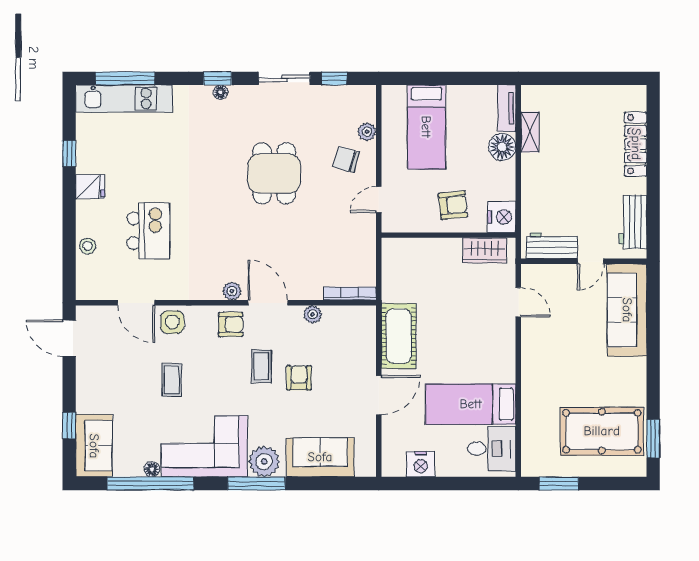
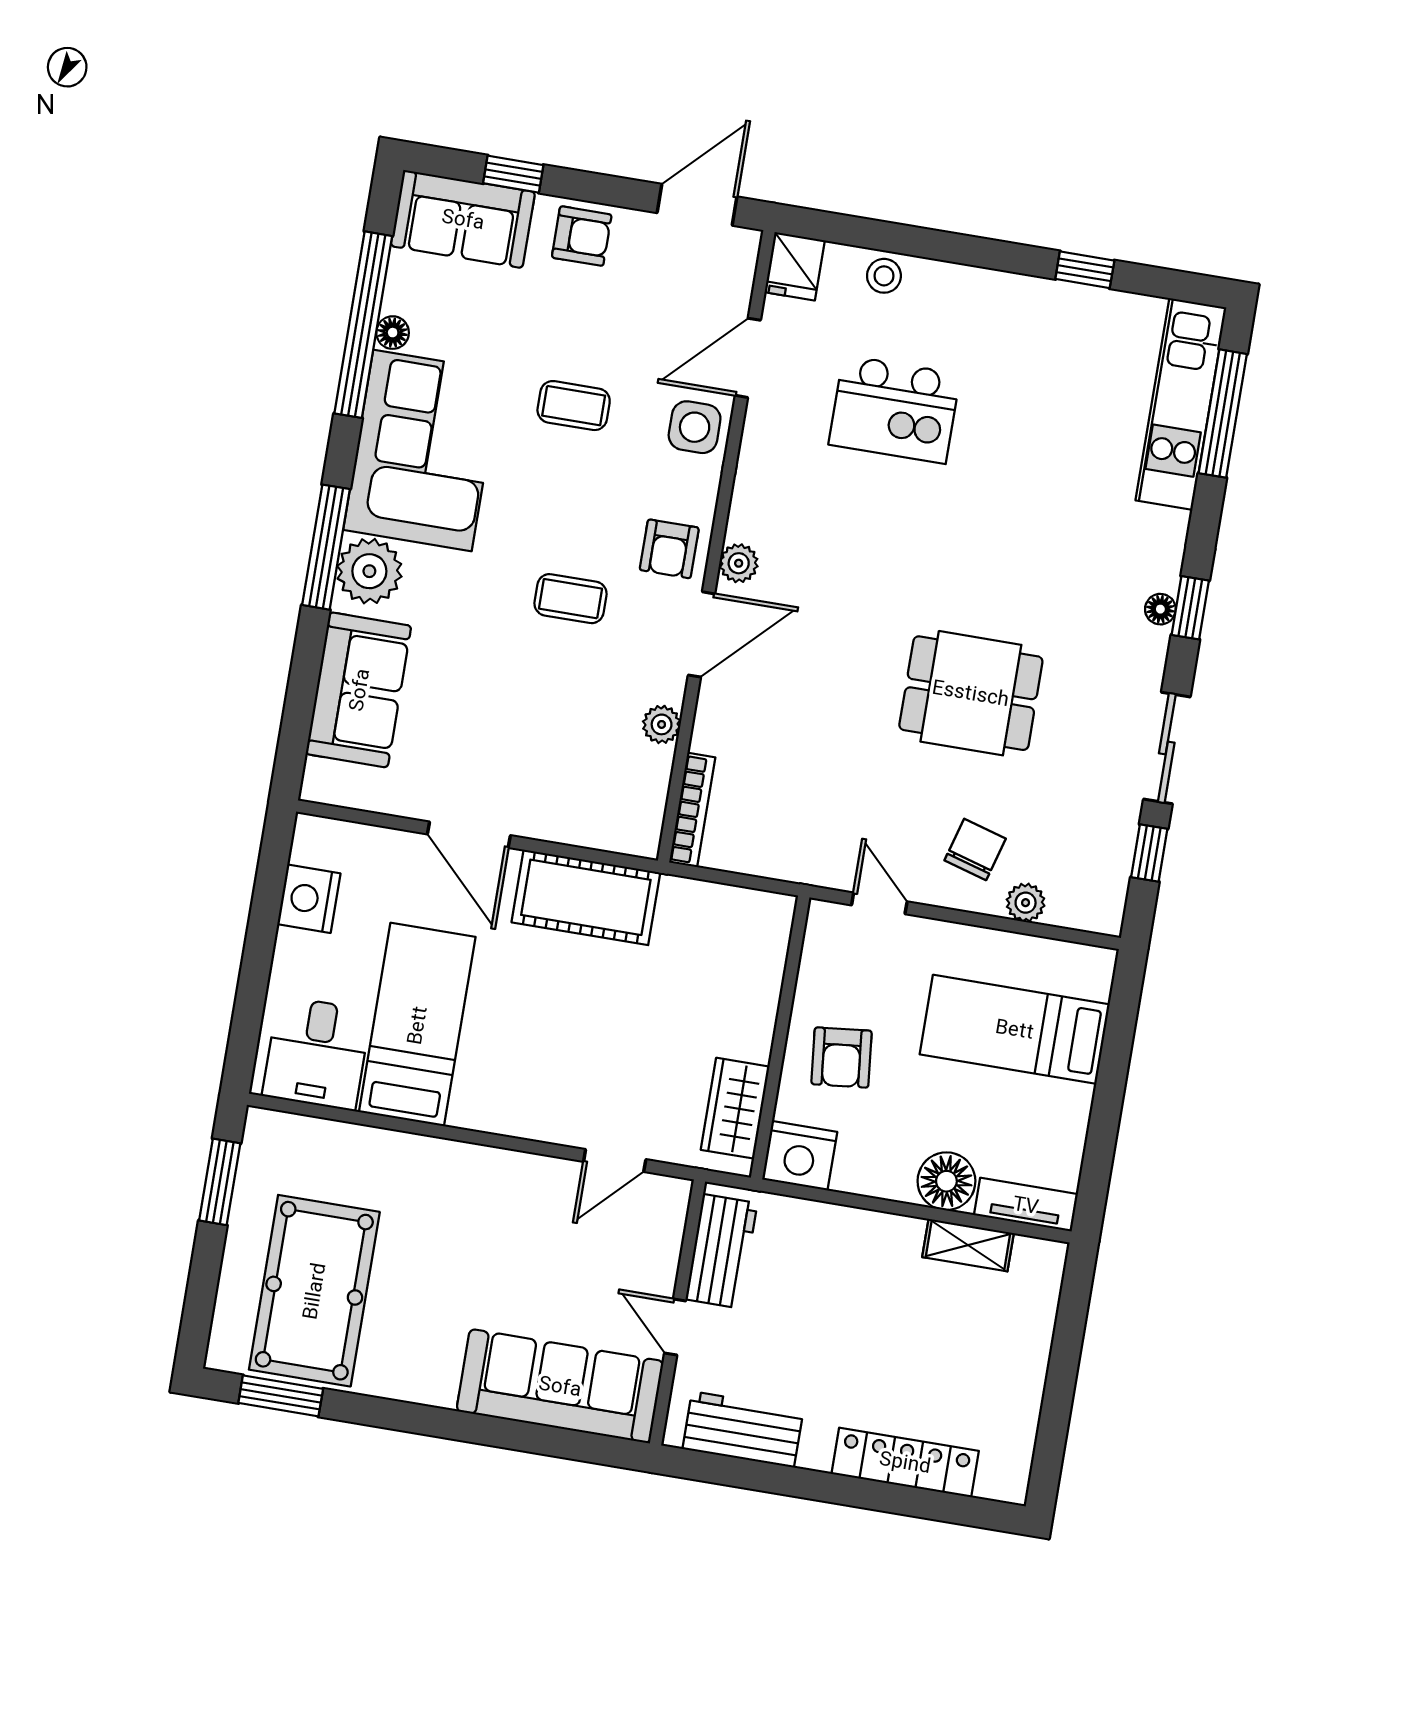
fridge: (90, 187) -> (795, 266), moved
armchair: (299, 378) -> (582, 236), moved

